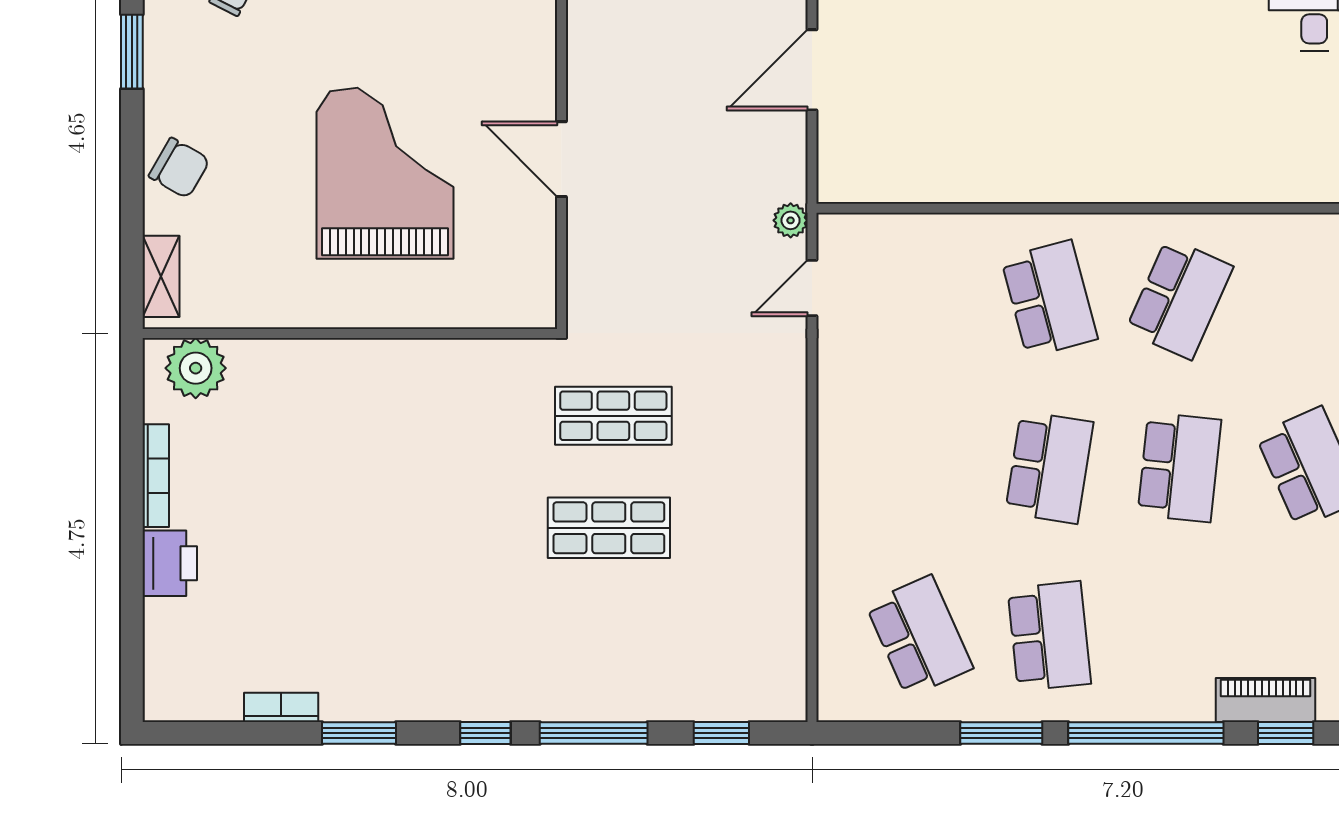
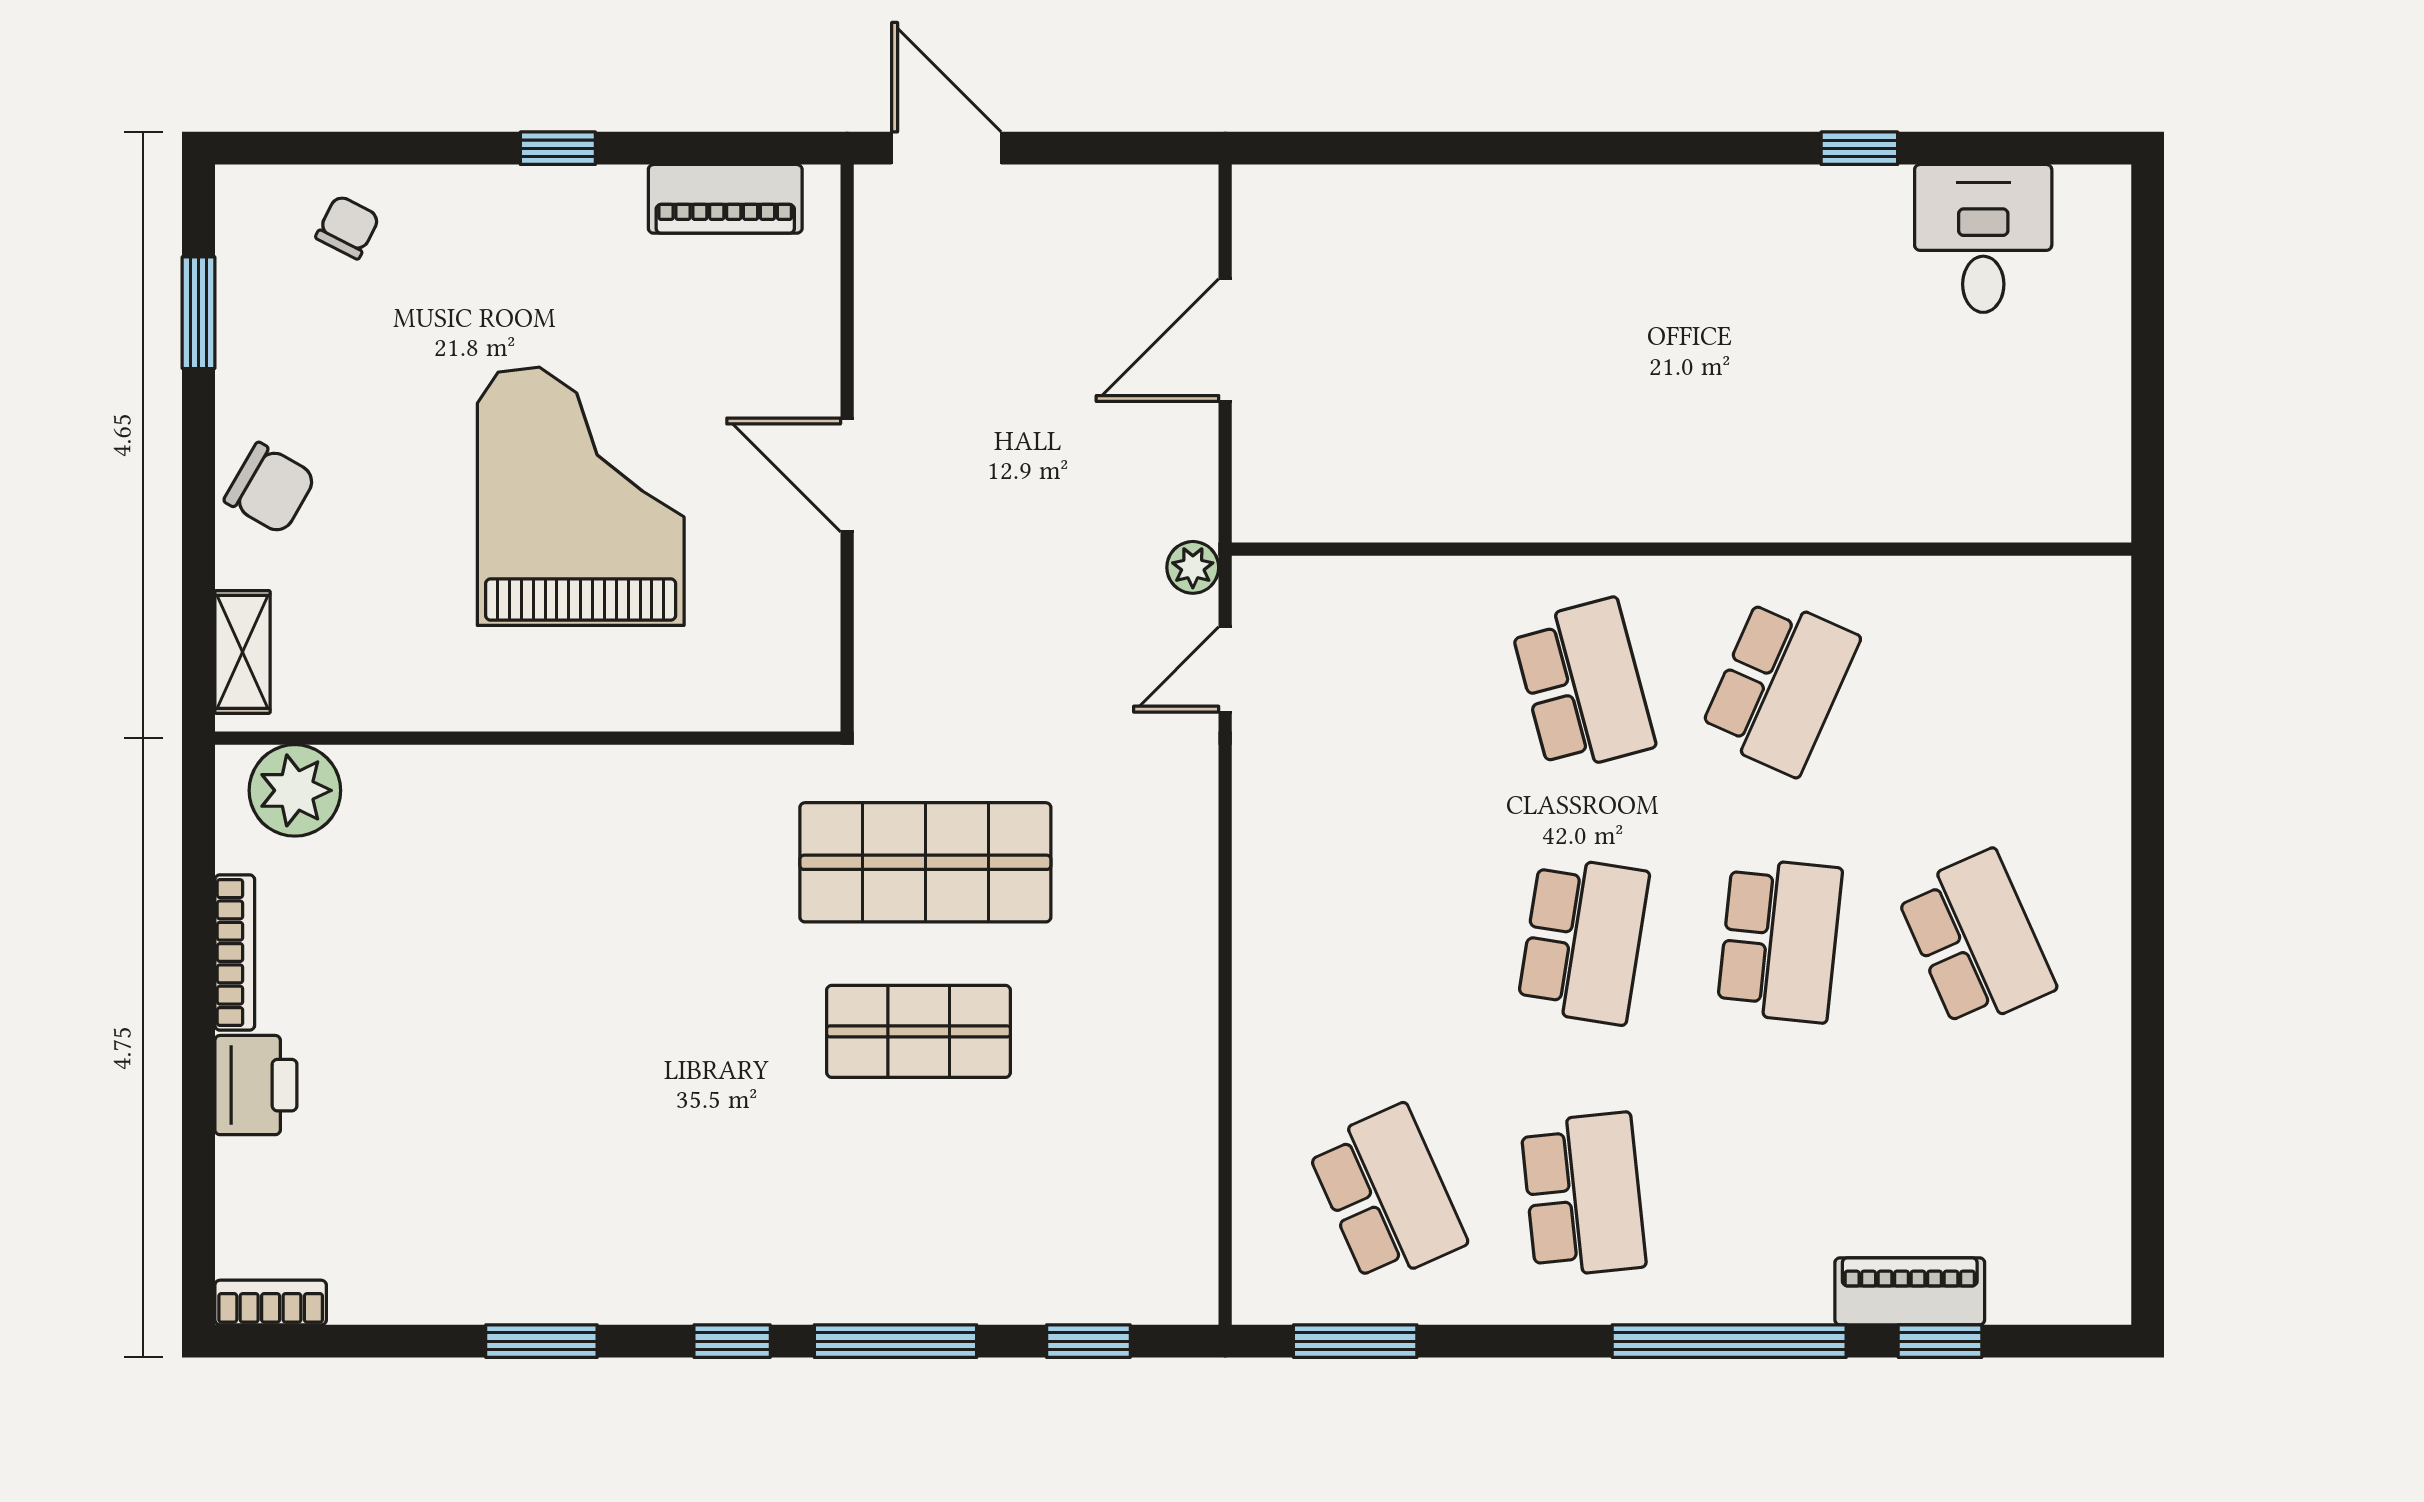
shop shelf: (613, 416) -> (925, 862), width x1.43, depth x1.36
bookcase: (281, 707) -> (271, 1302), moved
window: (1001, 733) -> (1355, 1341), moved

